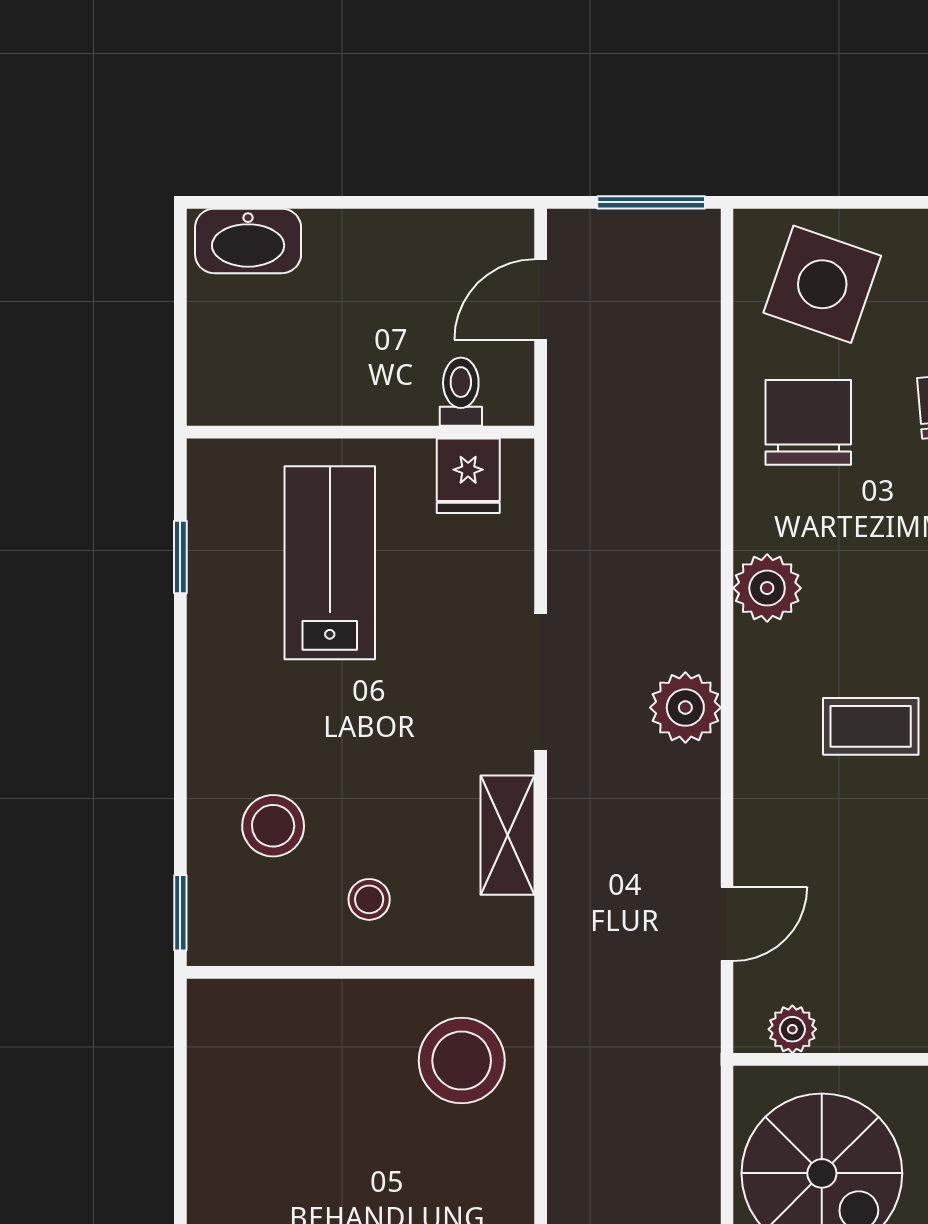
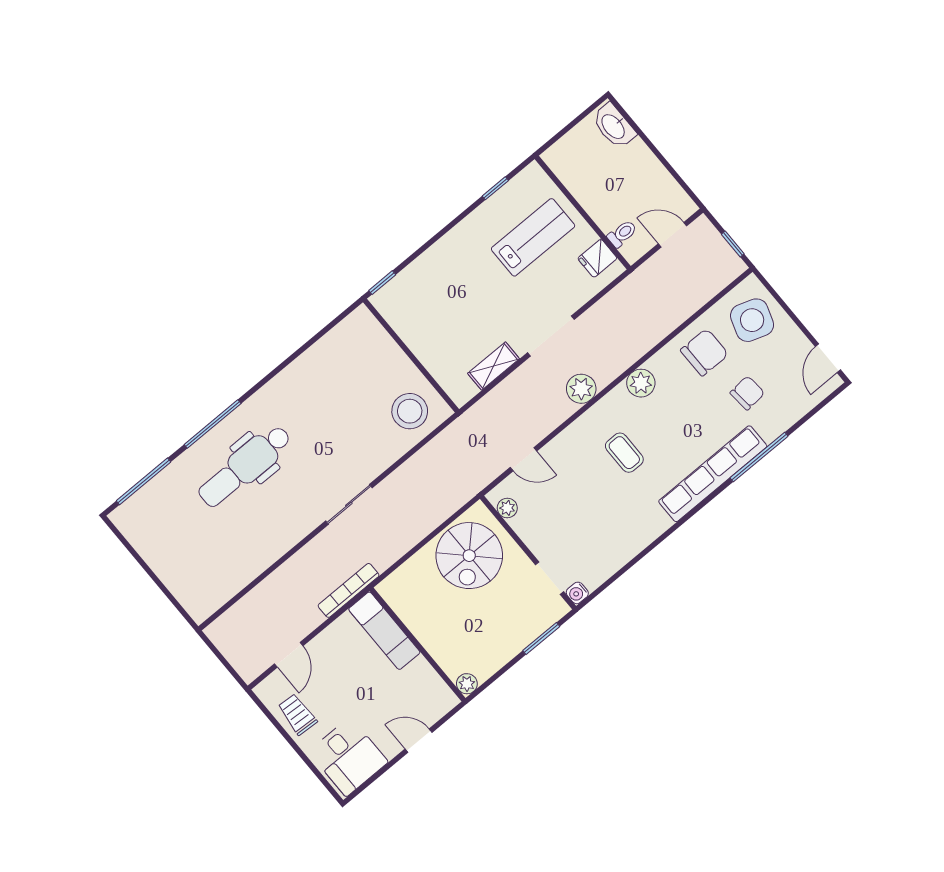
window: (651, 202) -> (733, 244), width x0.67
stool: (273, 826) -> (434, 289), removed
stool: (369, 899) -> (436, 339), removed

